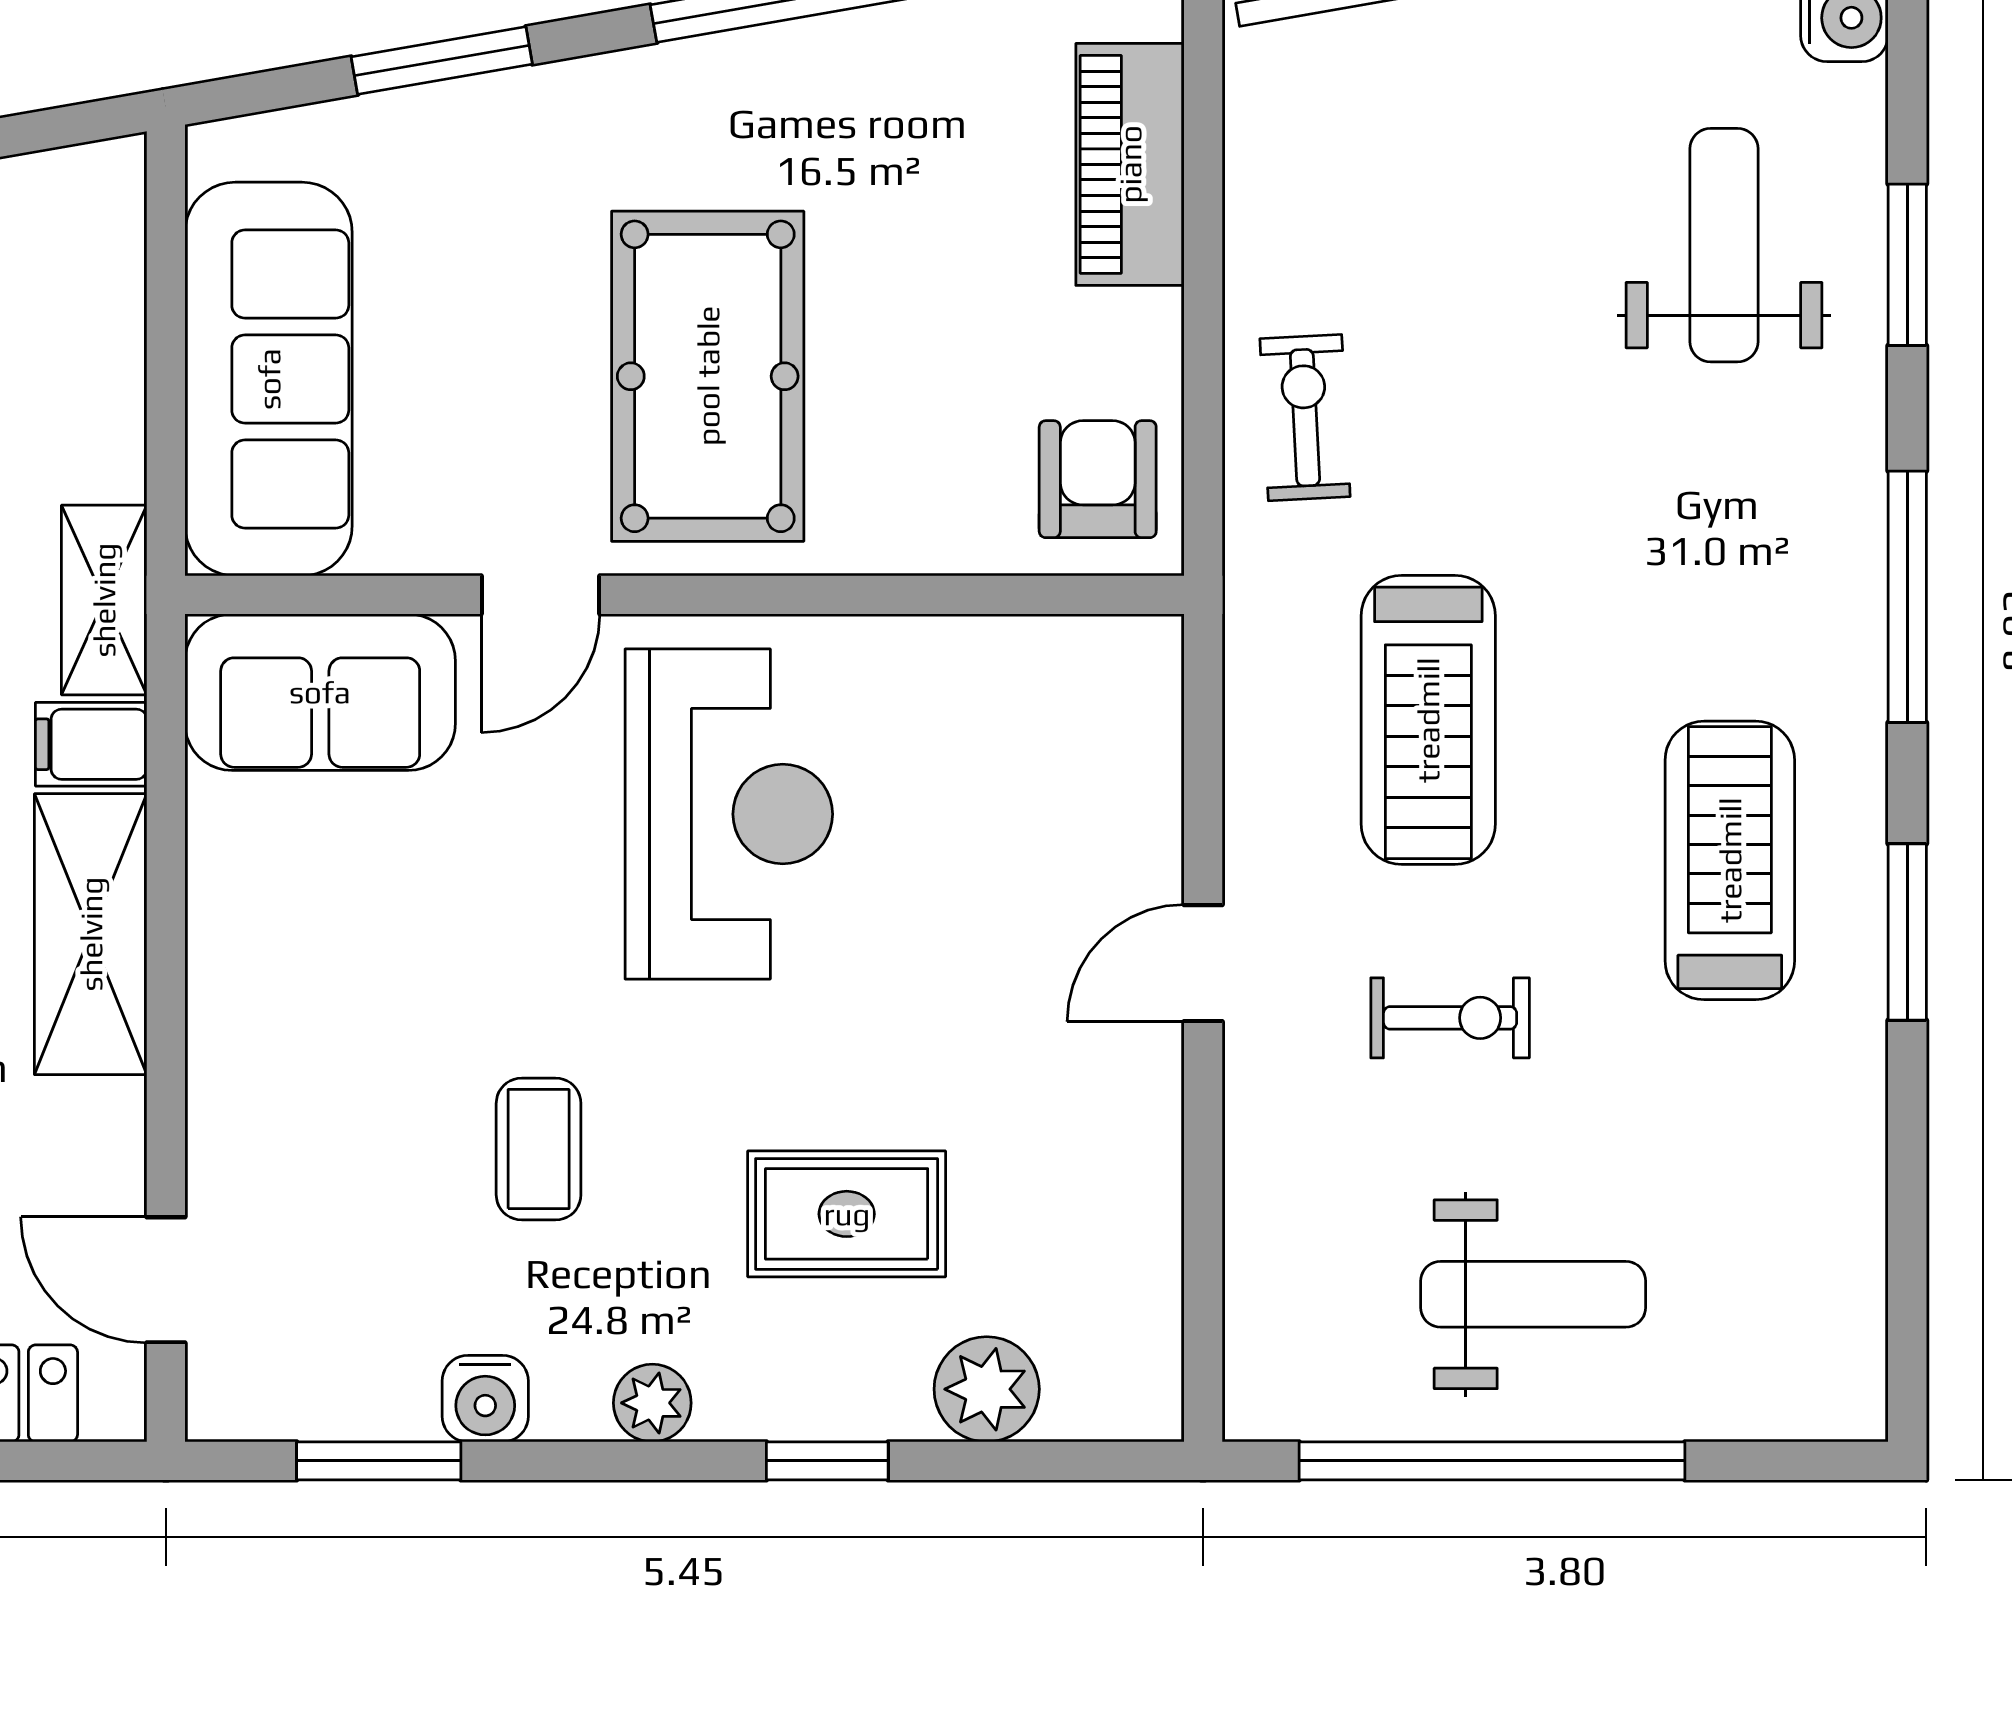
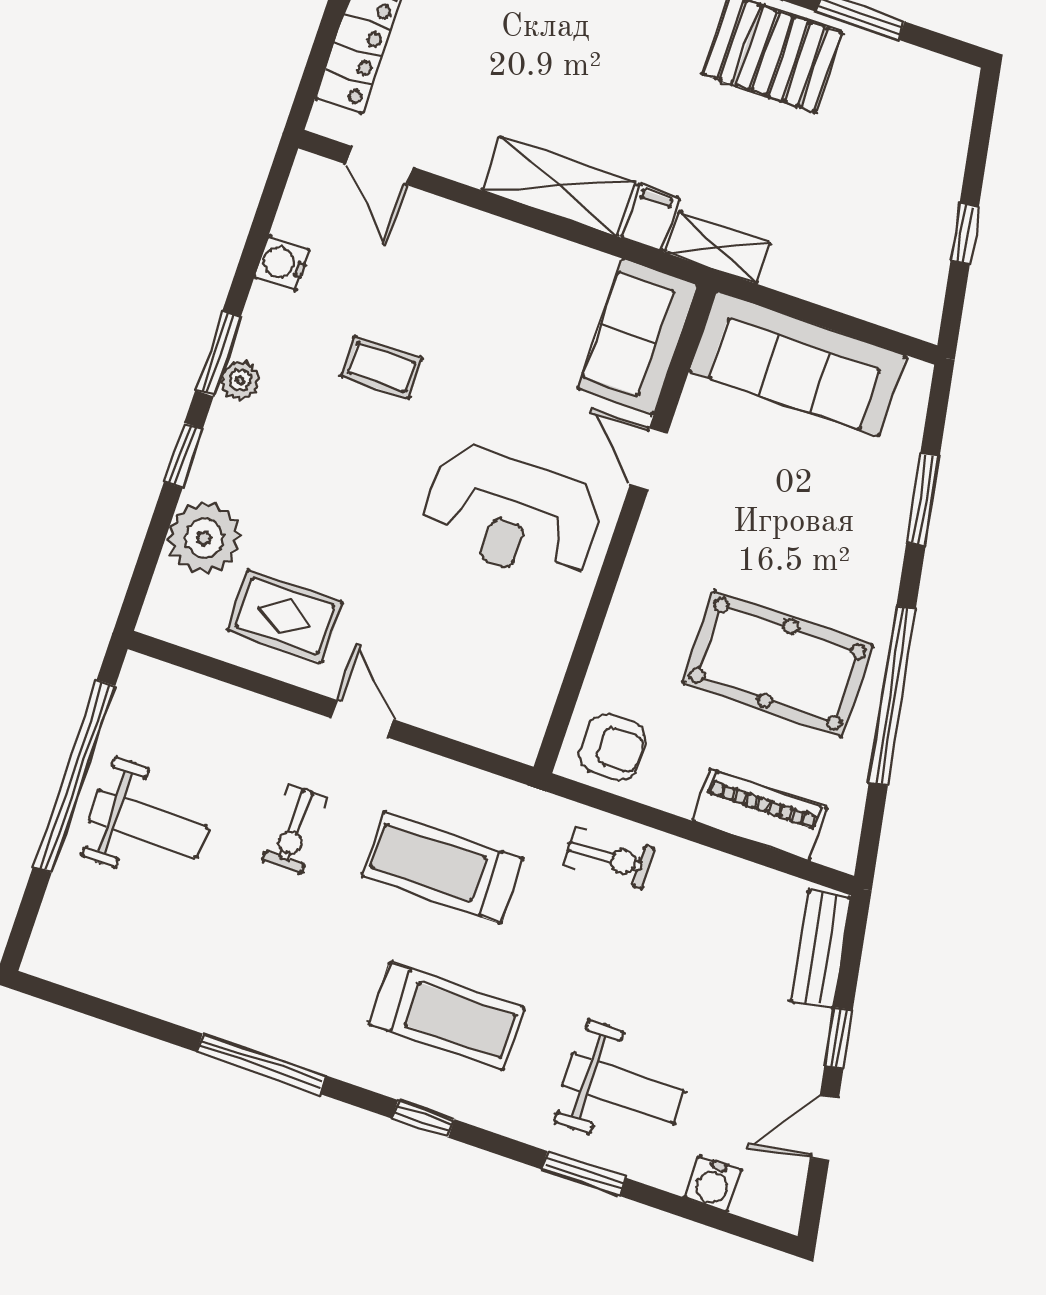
pool table: (708, 376) -> (778, 664), moved
window: (1907, 597) -> (423, 1119), width x0.46
treadmill: (1730, 860) -> (447, 1016), moved
window: (1907, 932) -> (261, 1064), width x1.44
rug: (847, 1214) -> (285, 616), moved, turned 90
door: (166, 1280) -> (380, 166), swing flipped
weight bench: (1533, 1294) -> (148, 824), turned -90
plant: (987, 1389) -> (204, 538), width x1.36, depth x1.36
water cooler: (485, 1399) -> (282, 263), moved
window: (379, 1461) -> (218, 354), moved

